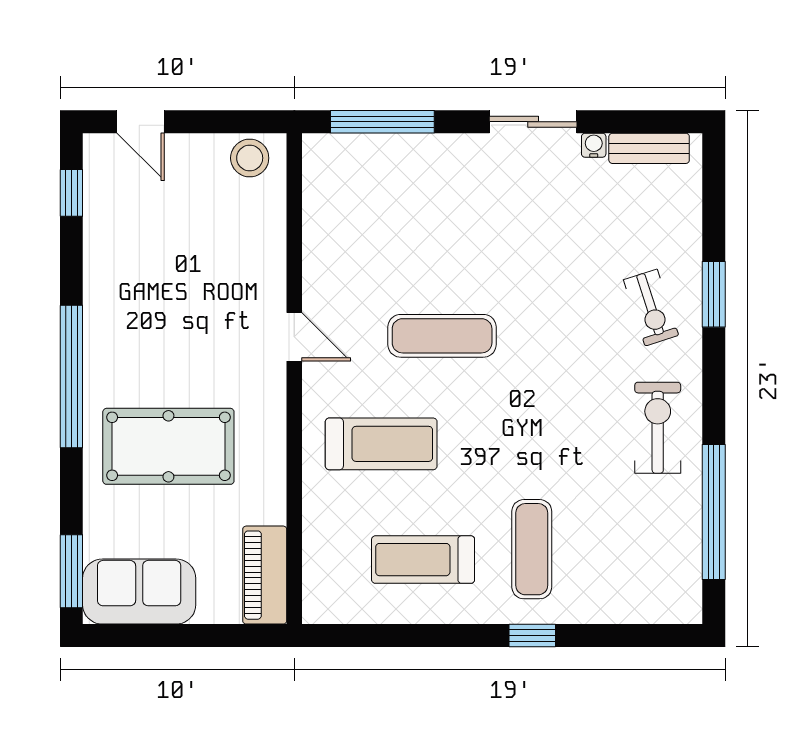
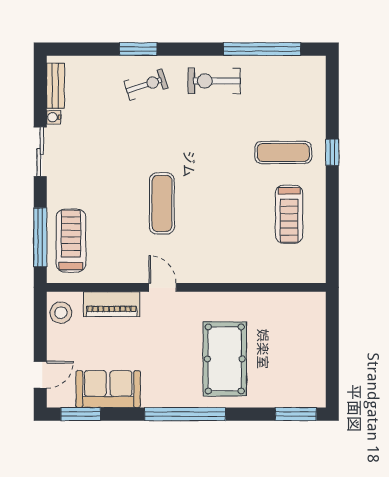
window: (71, 193) -> (81, 414), width x1.50
door: (294, 337) -> (163, 287), hinge flipped
treadmill: (381, 444) -> (71, 241), moved
piano: (265, 575) -> (112, 304), moved
sofa: (139, 592) -> (108, 389), moved, turned 90

